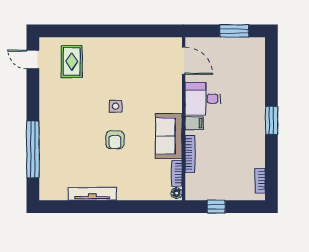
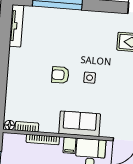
sofa: (169, 136) -> (80, 124), moved
tv unit: (92, 194) -> (16, 26), moved

